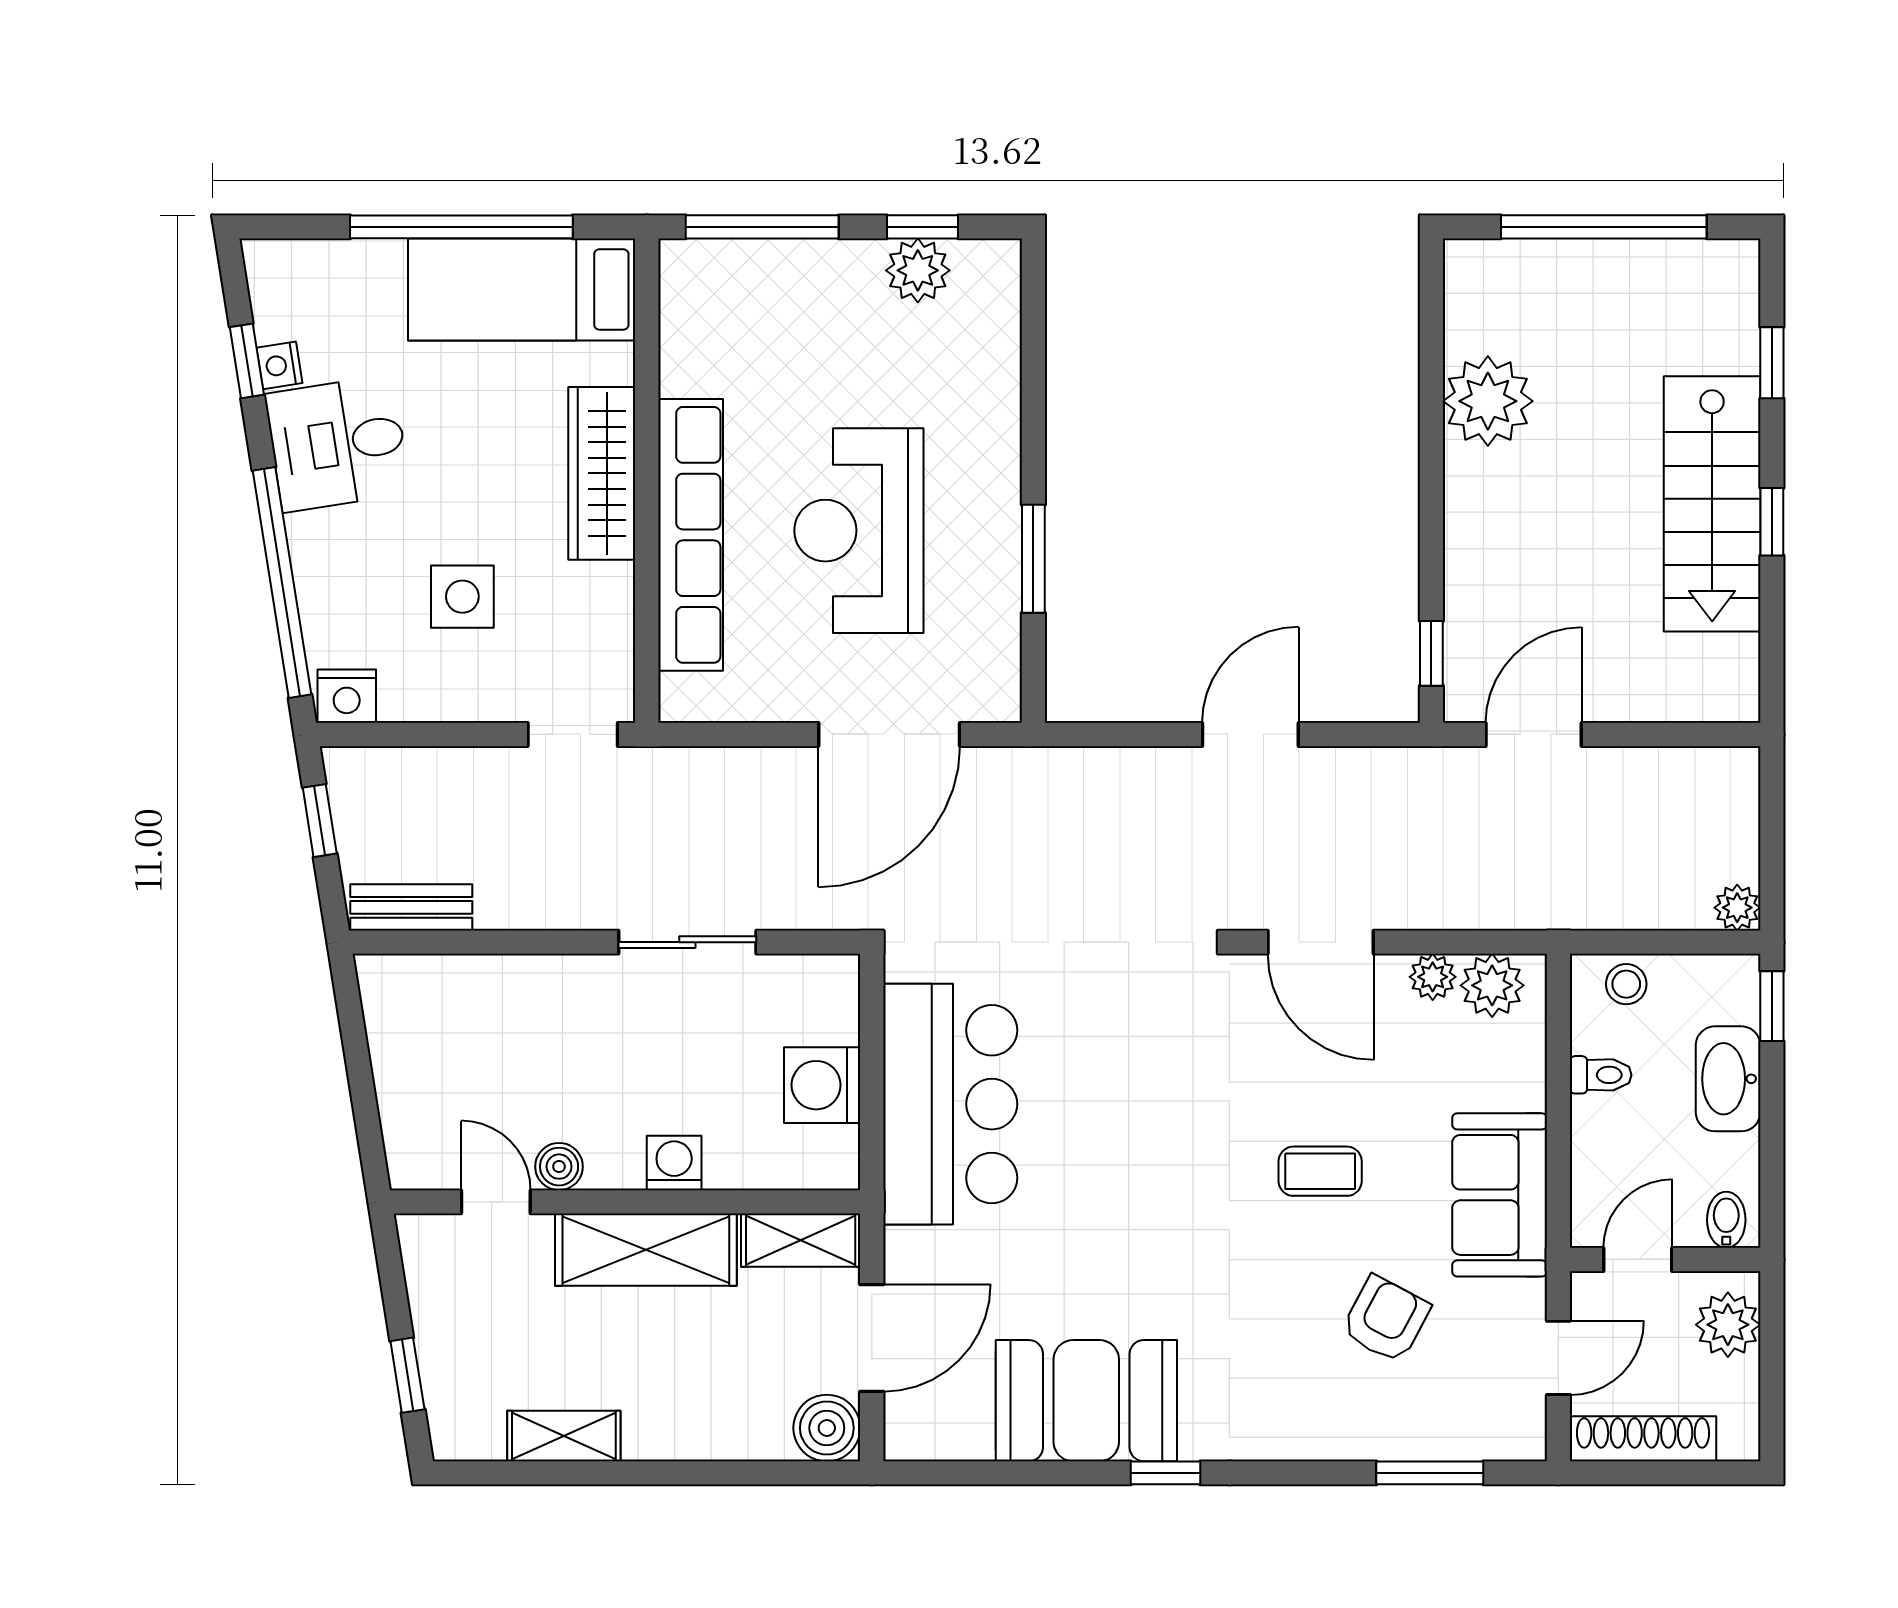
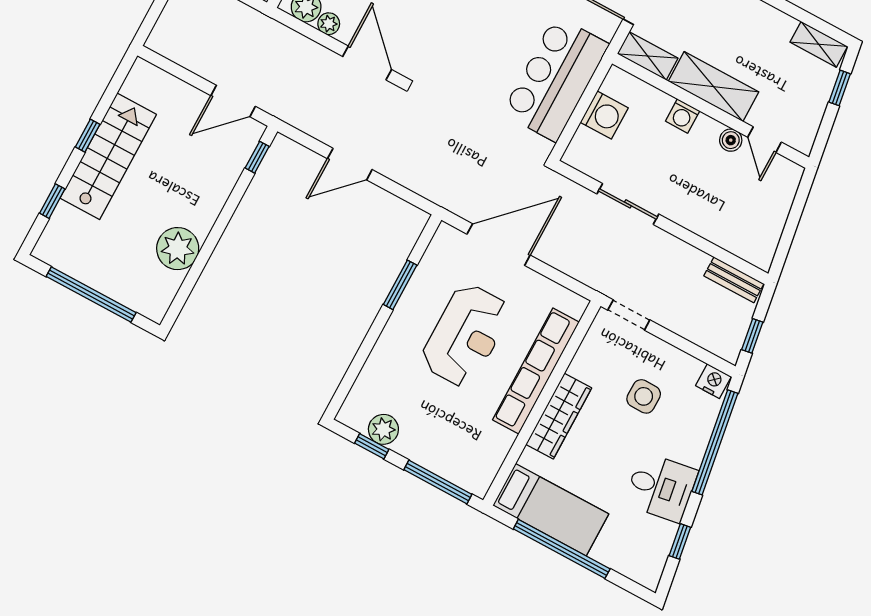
nightstand: (279, 365) -> (667, 532), removed
shelving: (564, 1436) -> (819, 44), moved

